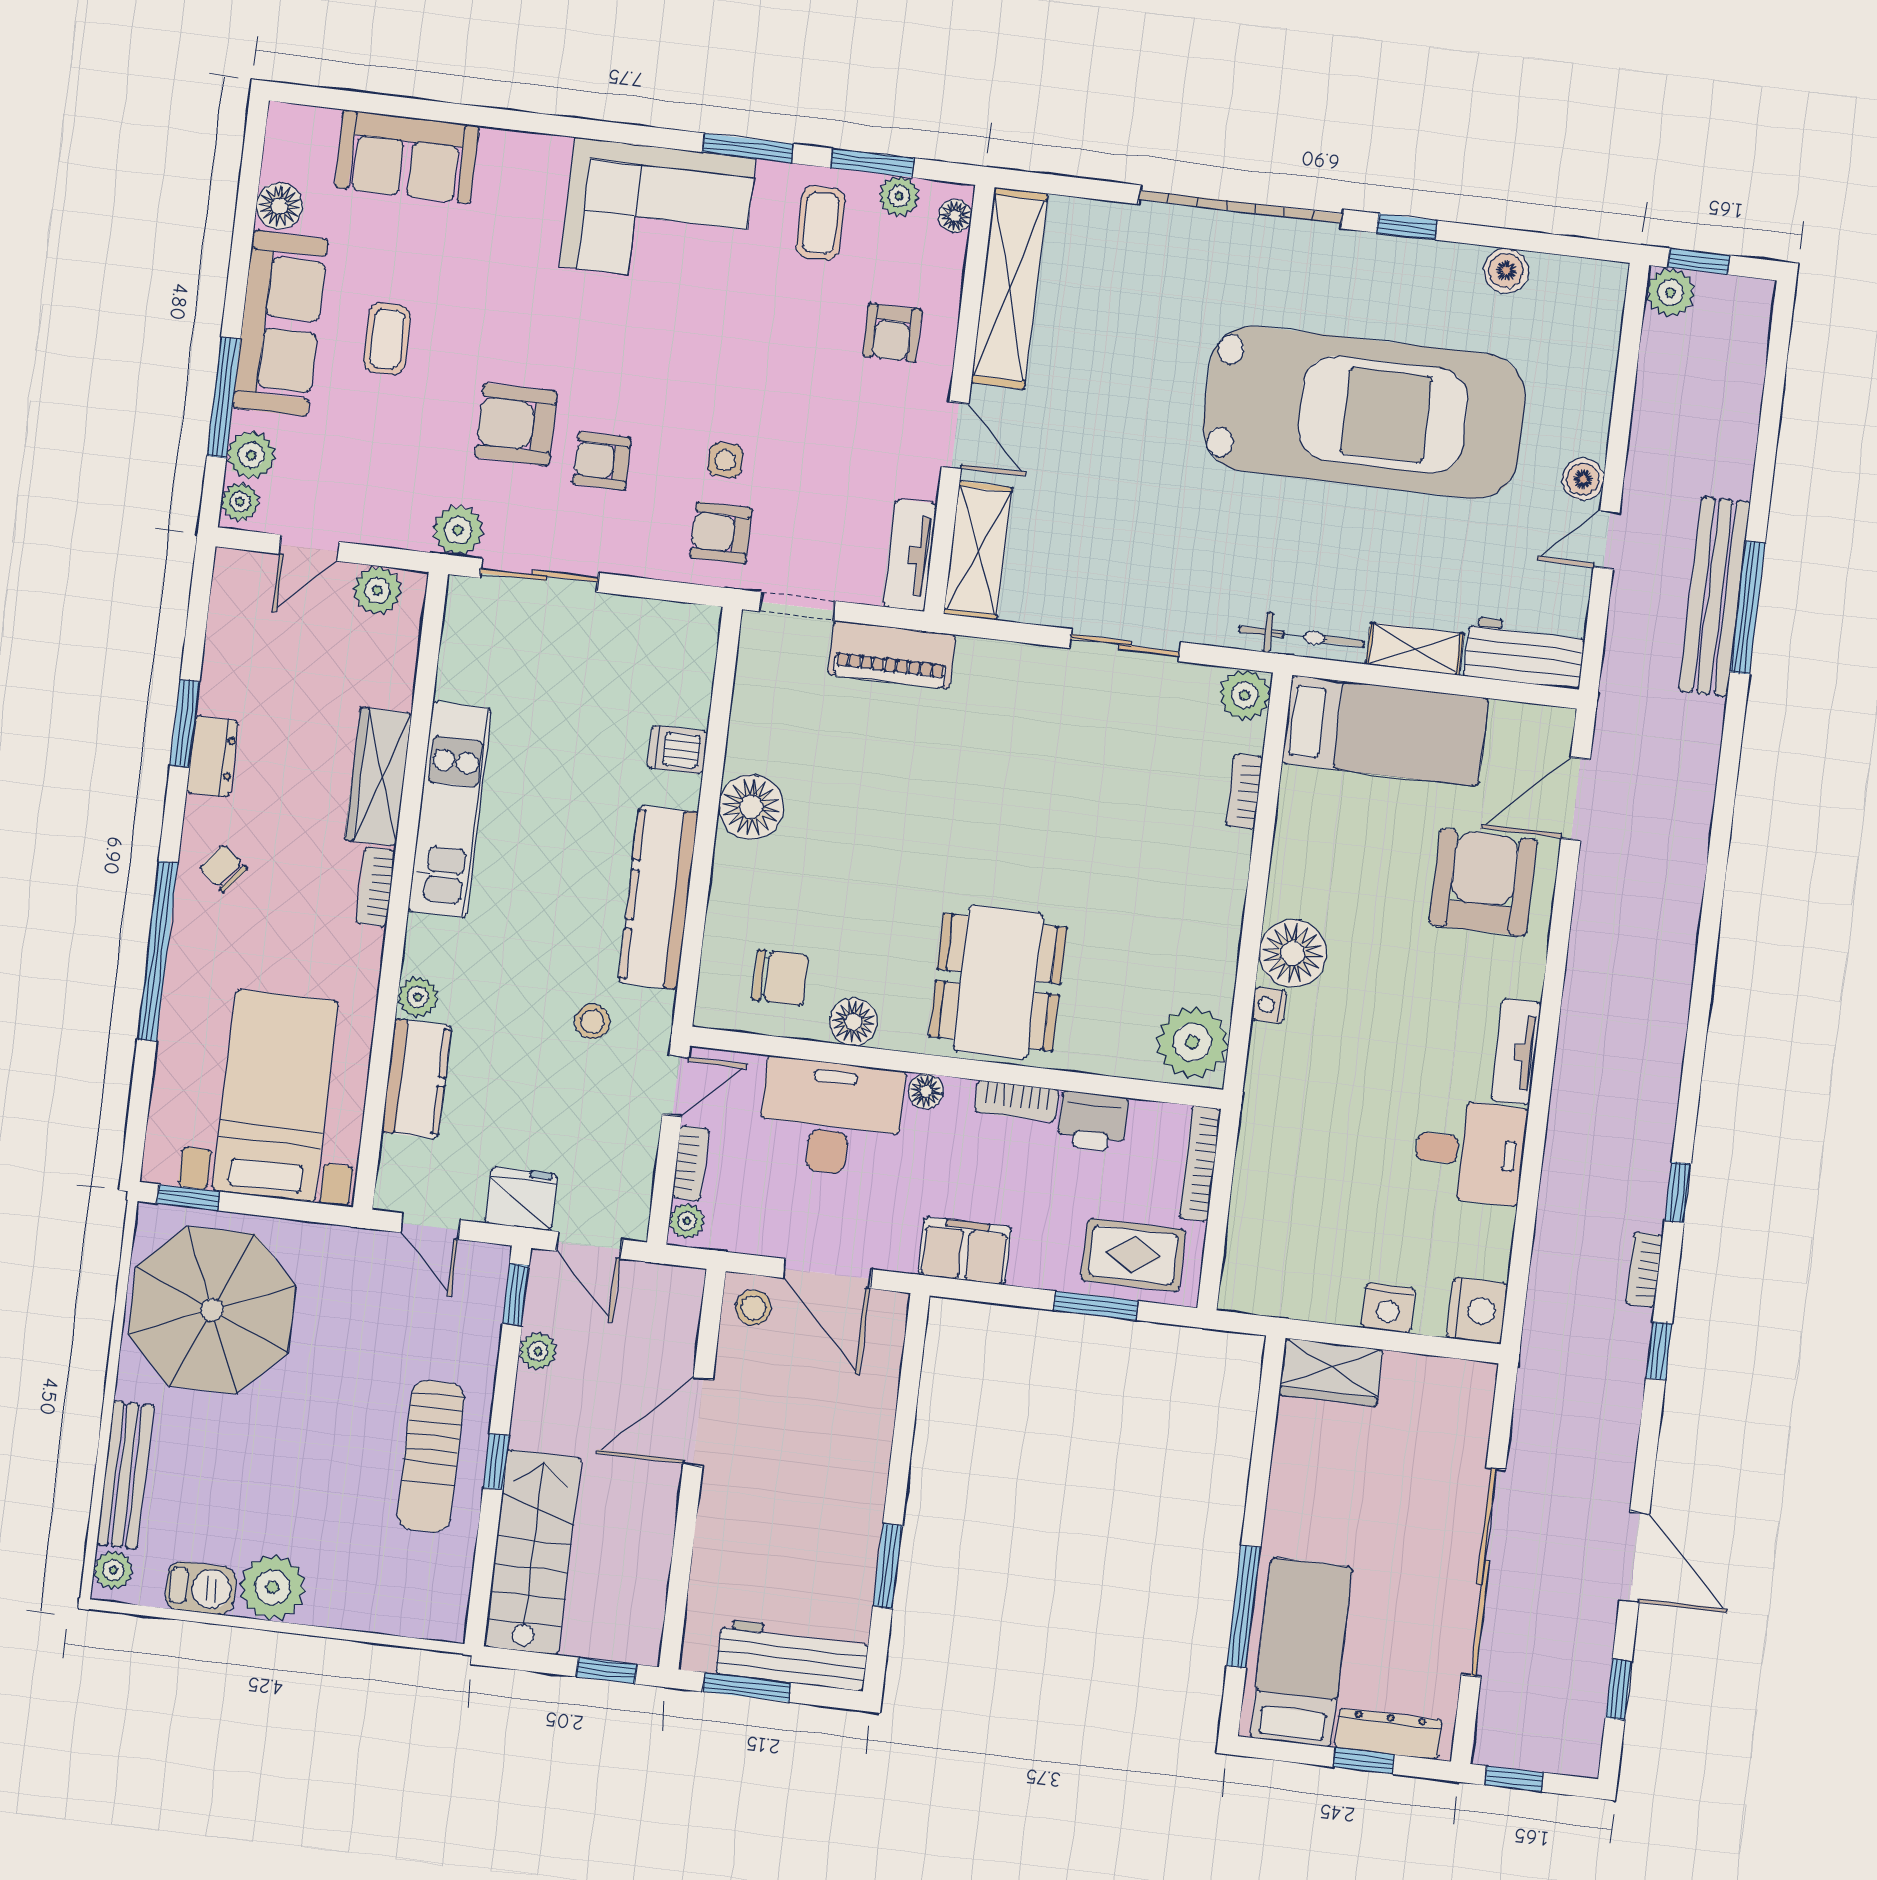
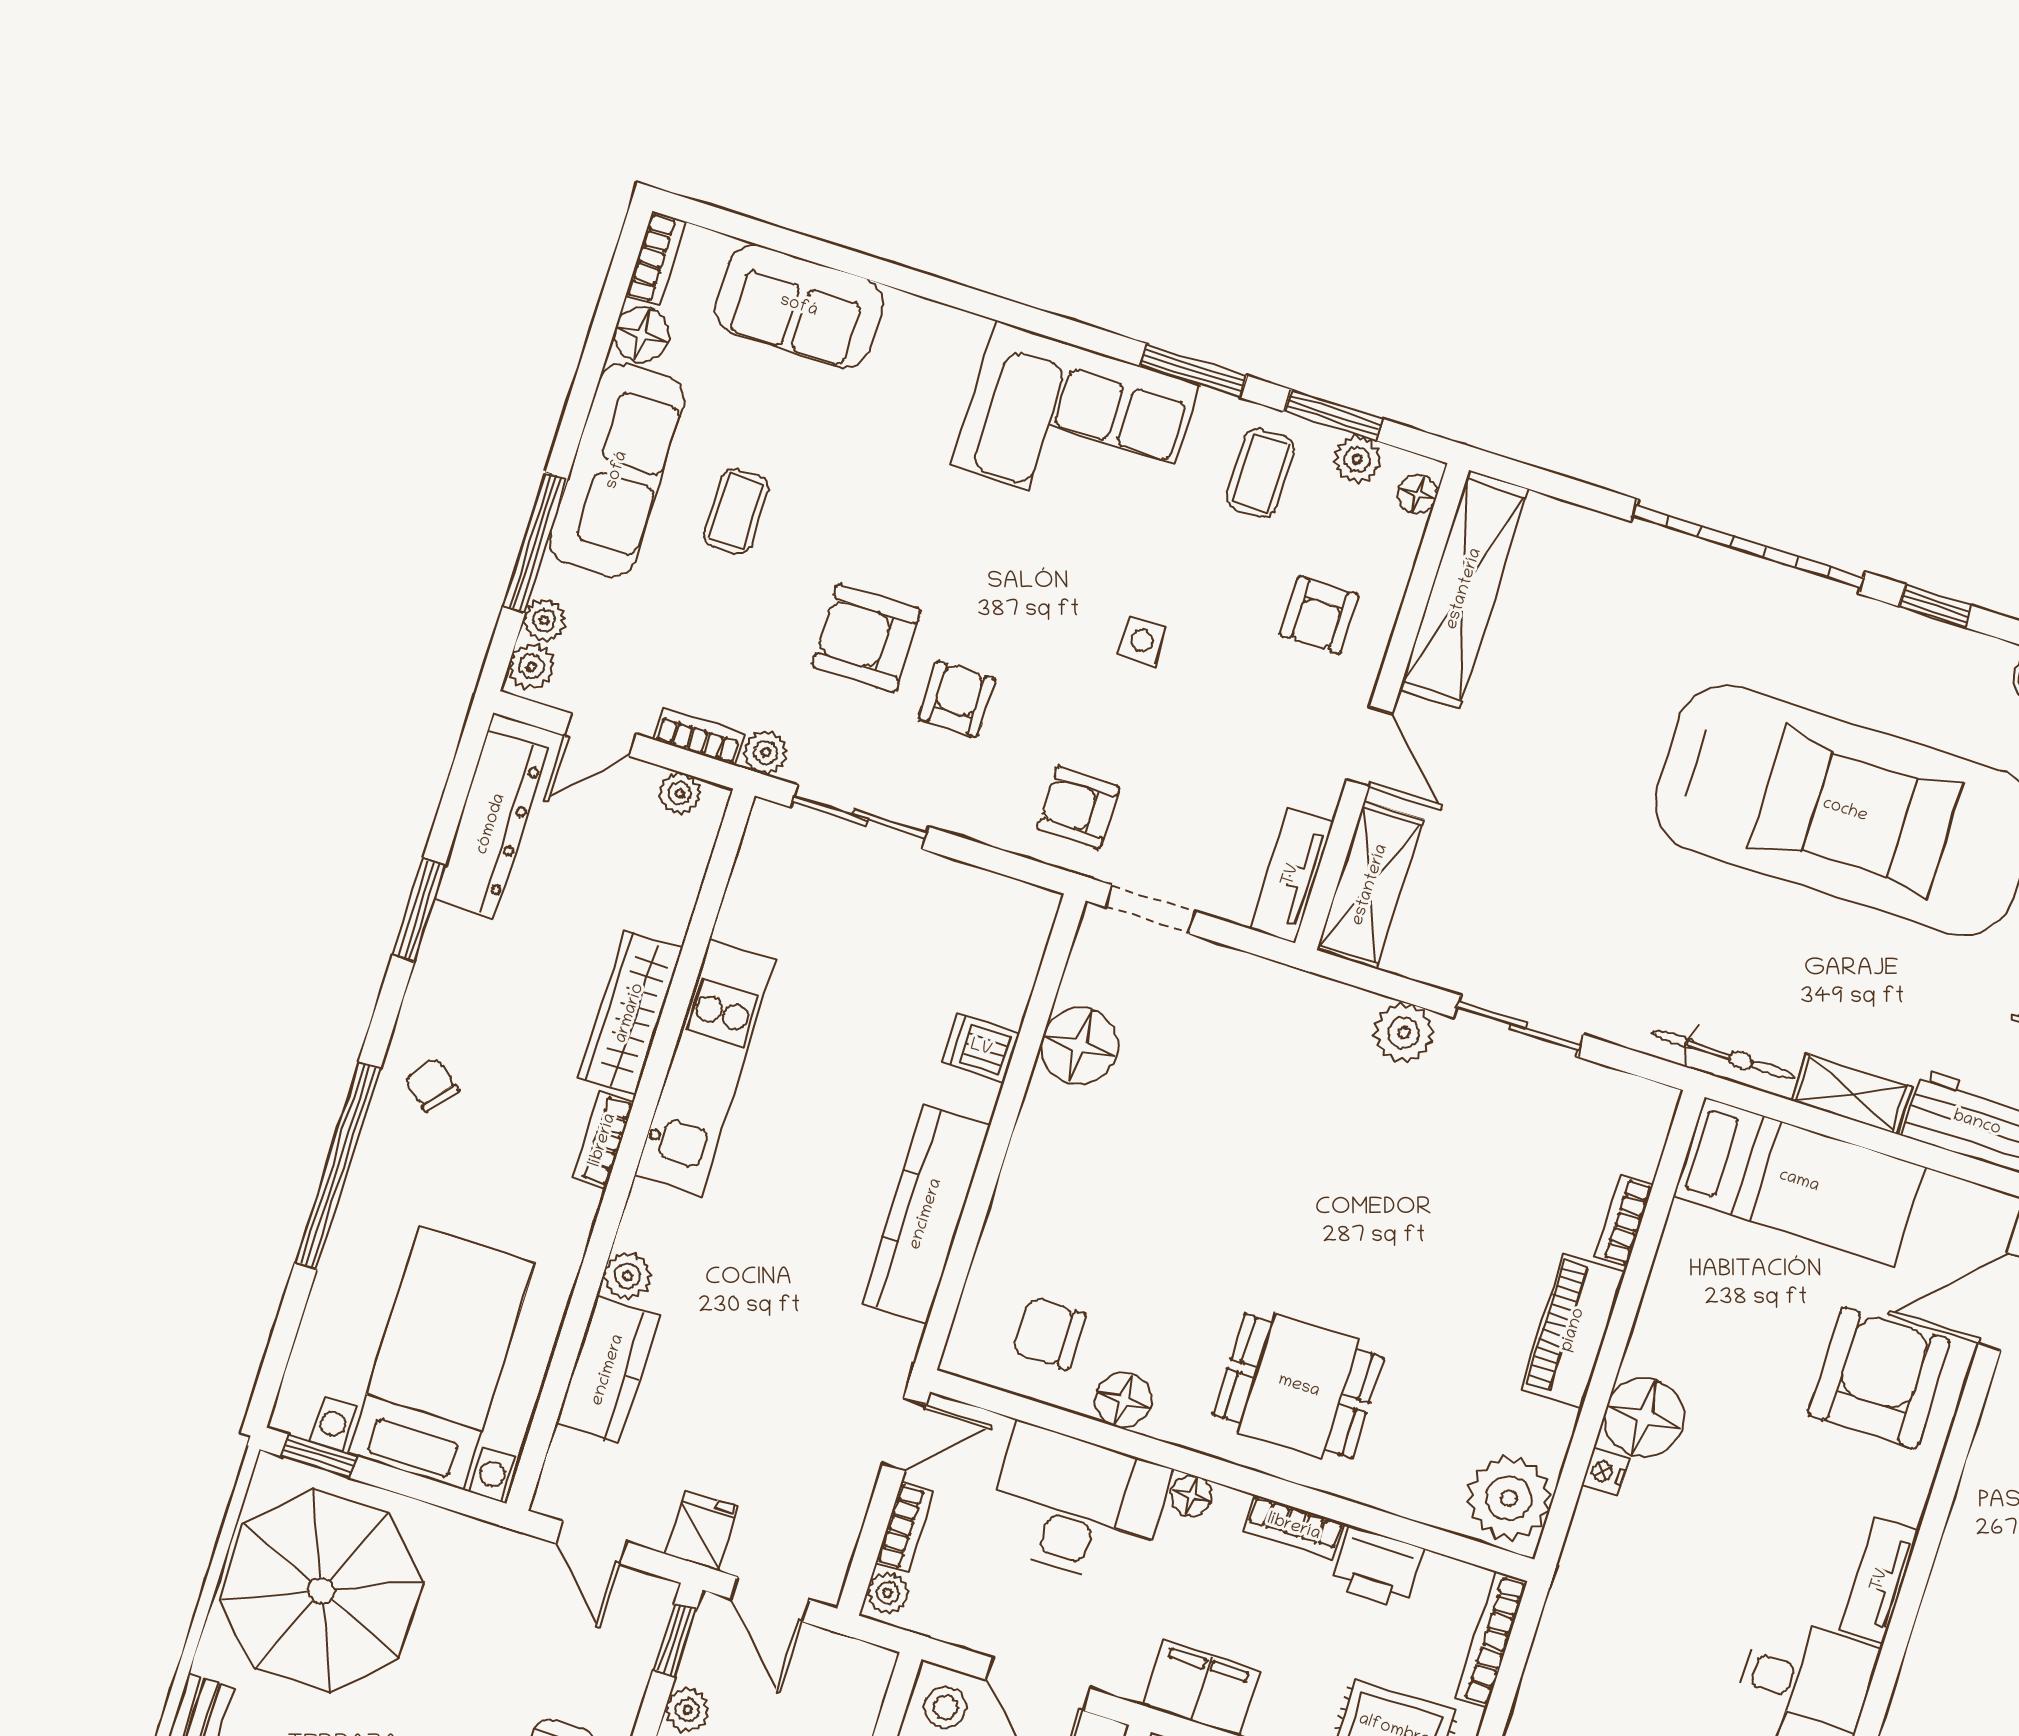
bookcase: (279, 140) -> (656, 259), added
plant: (251, 455) -> (544, 620), width x0.73, depth x0.73
side table: (725, 460) -> (1142, 641), moved
armchair: (602, 461) -> (957, 699), turned 90
plant: (458, 530) -> (766, 752), width x0.73, depth x0.73
bookcase: (392, 534) -> (699, 737), added
plant: (377, 590) -> (680, 794), width x0.73, depth x0.73
piano: (892, 655) -> (1573, 1330), moved, turned 90
plant: (1245, 695) -> (1404, 1033), moved
dresser: (212, 757) -> (491, 824), moved, width x1.96, depth x1.24
floor lamp: (751, 807) -> (1079, 1046), moved
chair: (780, 978) -> (1049, 1333), turned 180
dining table: (998, 982) -> (1299, 1386), width x0.73
stool: (592, 1022) -> (823, 1342), removed
fridge: (521, 1199) -> (702, 1531), width x0.72

